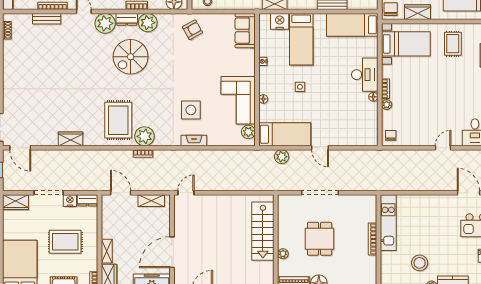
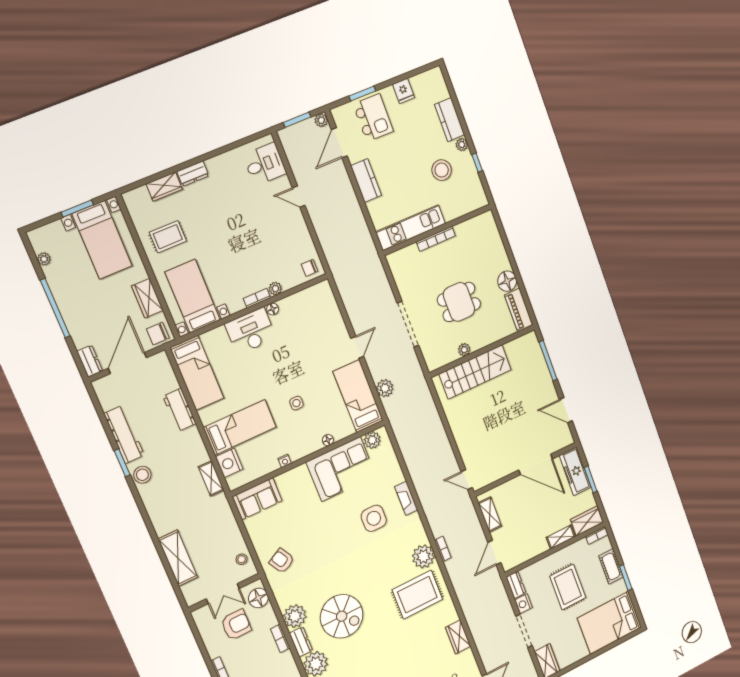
kitchen counter: (435, 202) -> (366, 181), added
plant: (283, 254) -> (464, 350), moved

